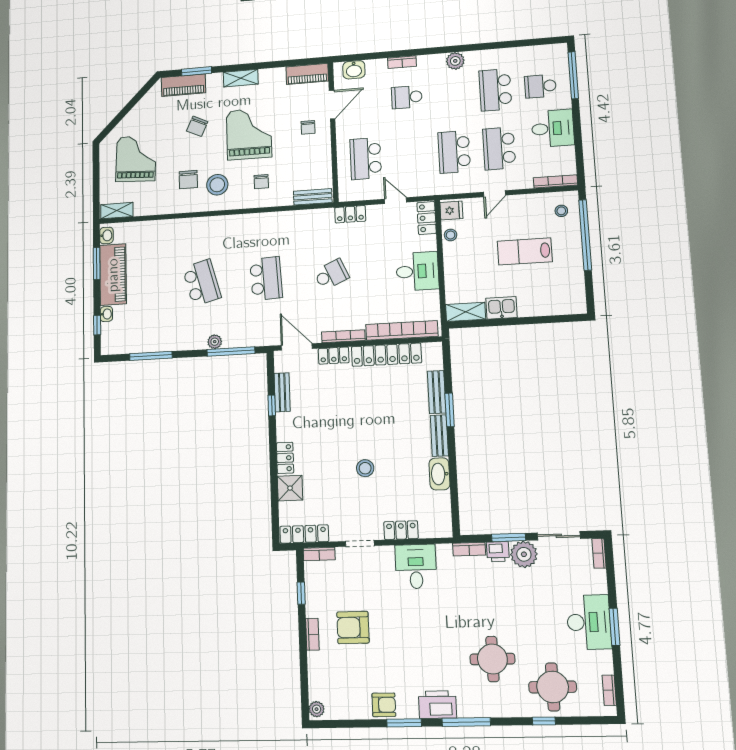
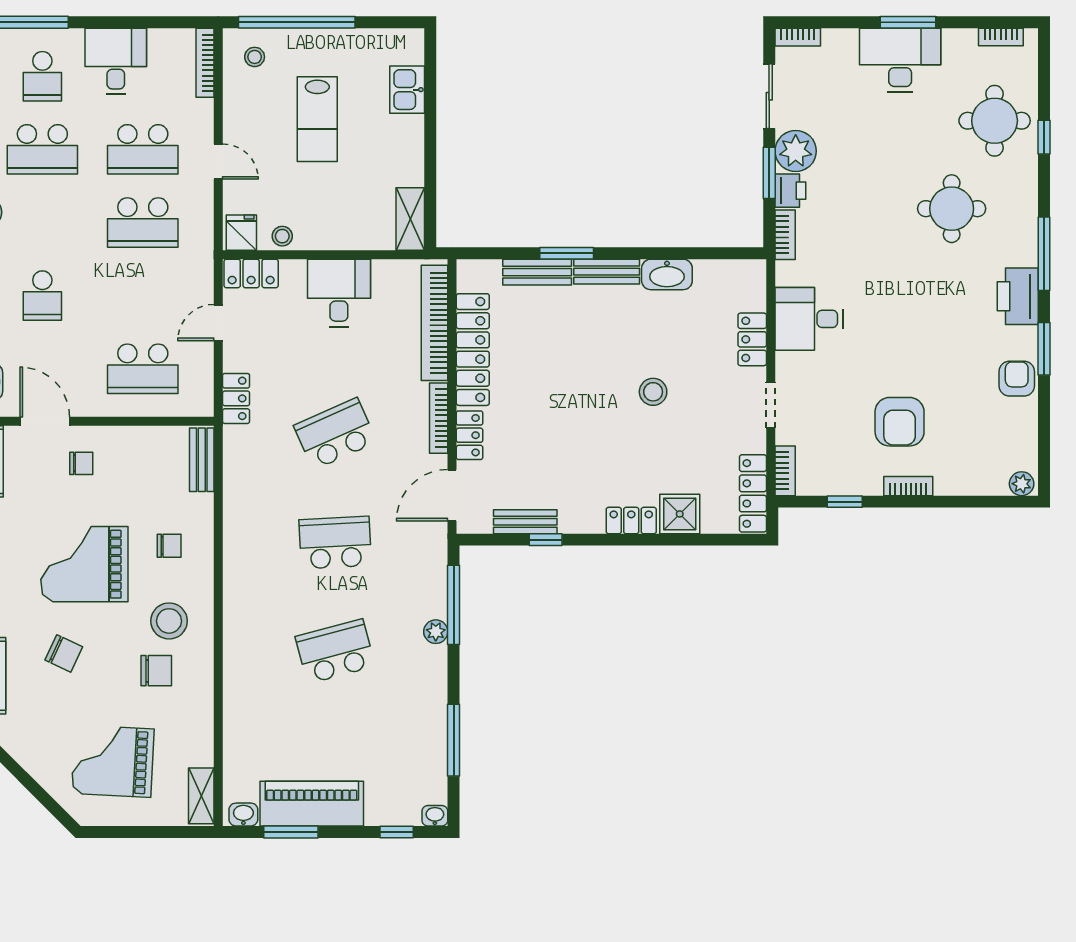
school desk: (331, 274) -> (335, 434), width x1.85
kitchen sink: (501, 308) -> (407, 90), moved
washbasin: (106, 314) -> (435, 816), moved

